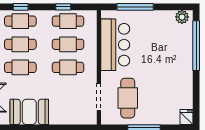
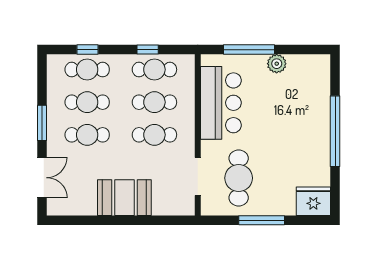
plant: (182, 17) -> (277, 64), moved
window: (196, 46) -> (335, 131), moved
booth: (29, 112) -> (124, 198), moved
fridge: (186, 117) -> (313, 201), width x1.88, depth x1.34

